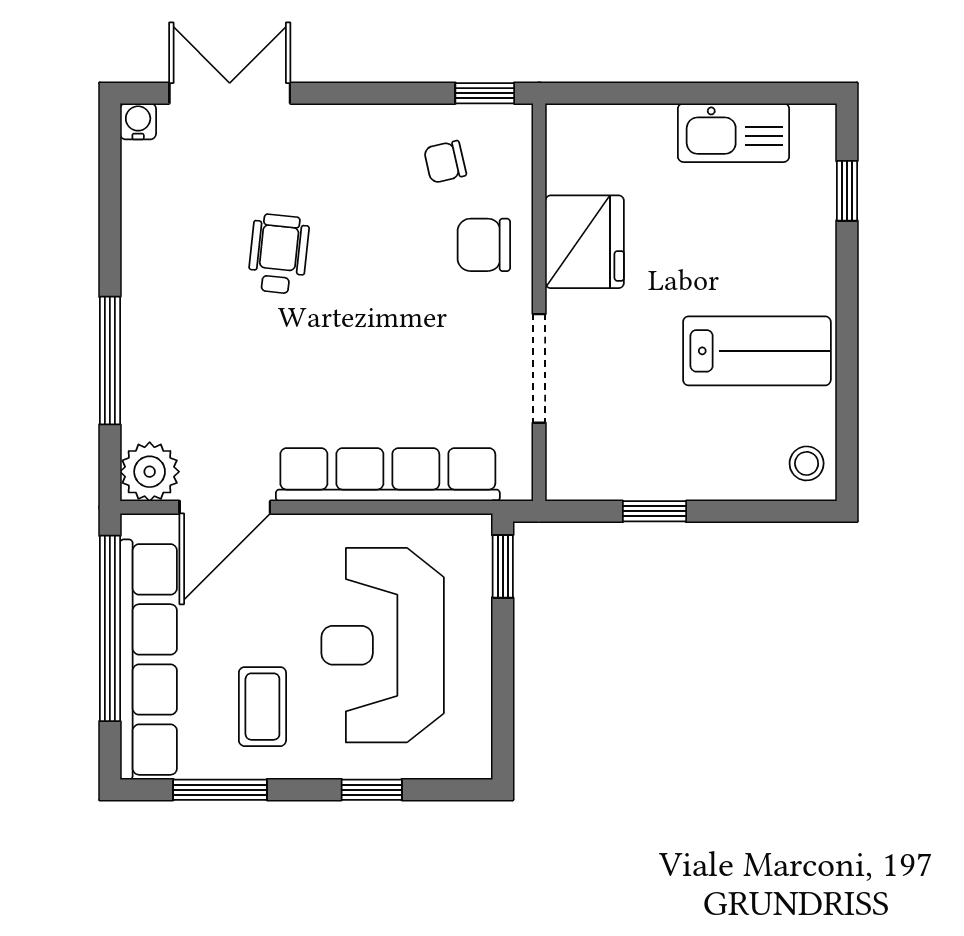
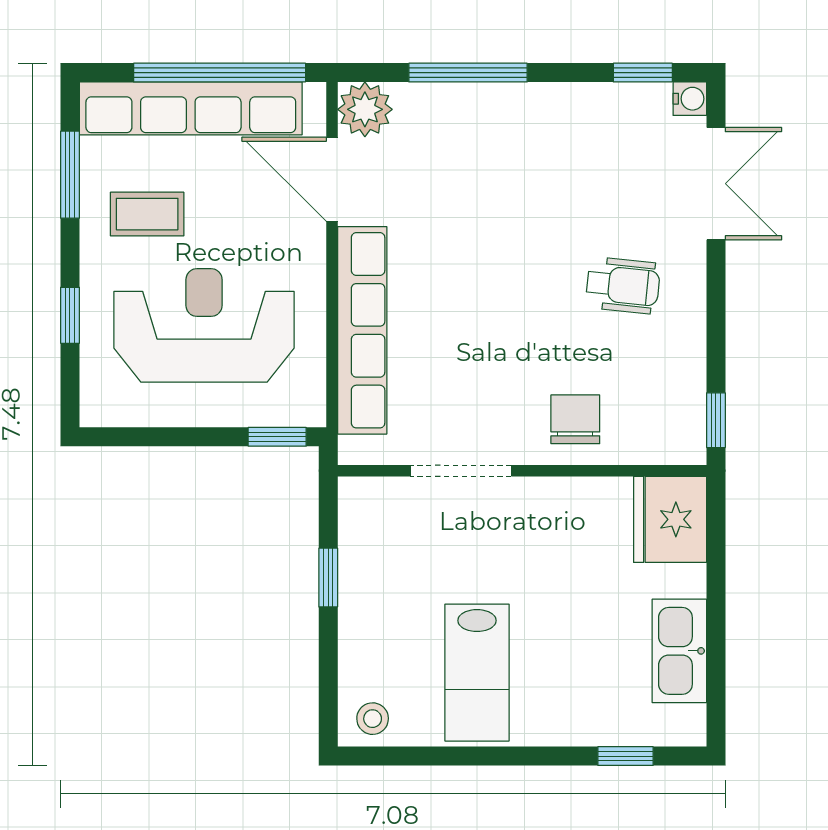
chair: (445, 162) -> (652, 383), removed
window: (110, 172) -> (643, 73), added
fridge: (585, 242) -> (670, 519), moved, turned 90
wheelchair: (278, 254) -> (623, 285), moved

